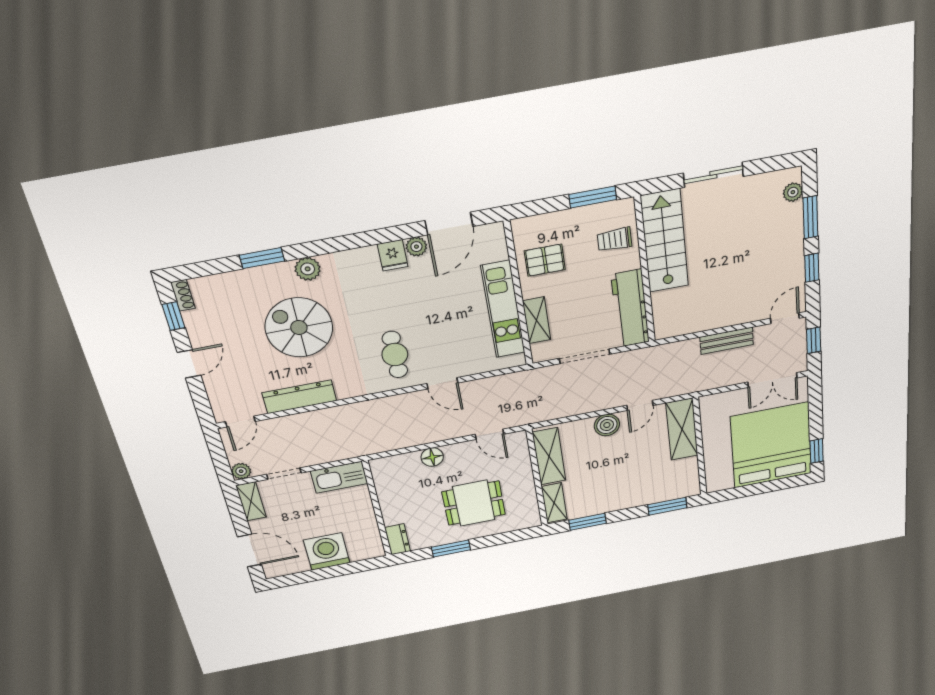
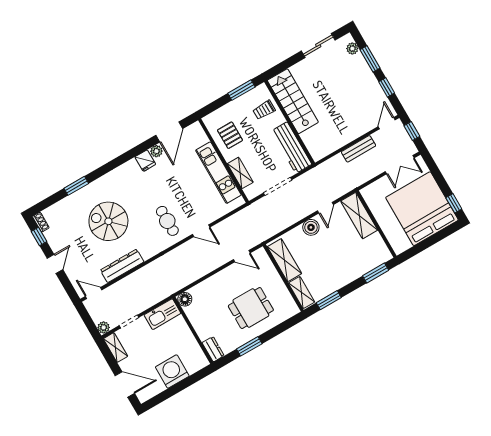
sliding door: (713, 175) -> (318, 46), moved
pallet: (545, 260) -> (230, 135), turned 90
plant: (308, 269) -> (102, 184), removed
door: (240, 422) -> (94, 293), swing flipped
floor lamp: (432, 457) -> (185, 299), moved

